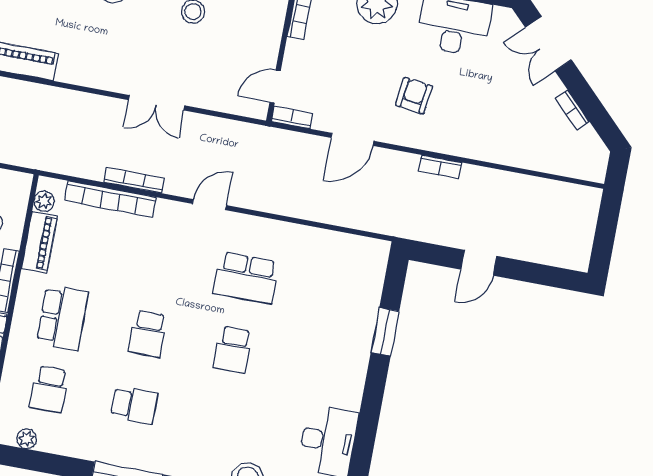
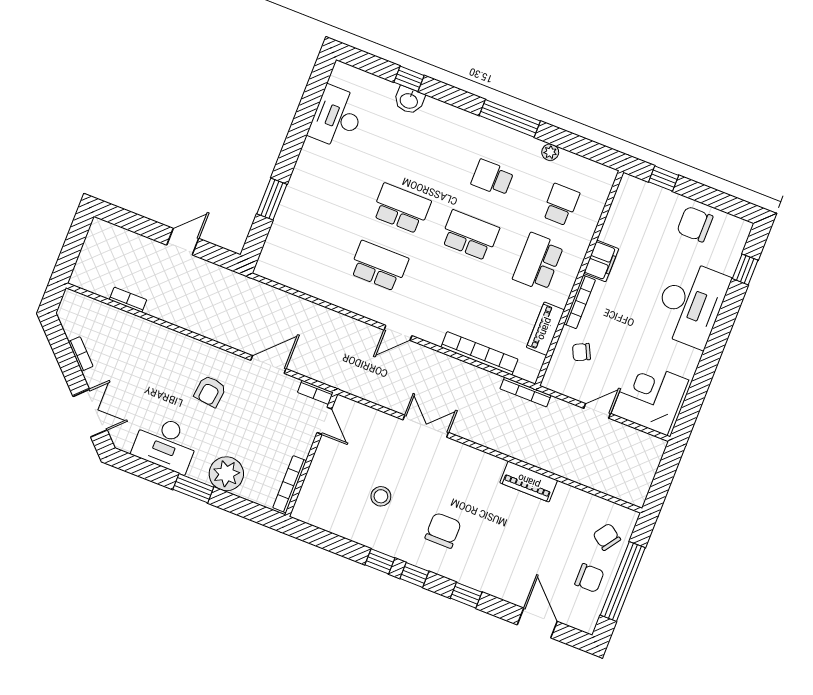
door: (275, 87) -> (324, 421), hinge flipped
bookcase: (440, 167) -> (128, 300), moved
bookcase: (134, 180) -> (526, 392), moved
plant: (44, 201) -> (535, 362), removed
school desk: (148, 334) -> (470, 235), width x1.85
school desk: (233, 350) -> (401, 208), width x1.85
plant: (27, 439) -> (550, 152), moved

